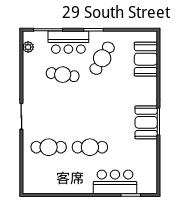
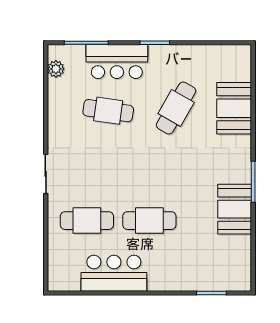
cafe table: (102, 58) -> (176, 108), moved
booth: (146, 59) -> (234, 108), moved
booth: (146, 122) -> (235, 209), moved
bar counter: (115, 182) -> (114, 273), moved

